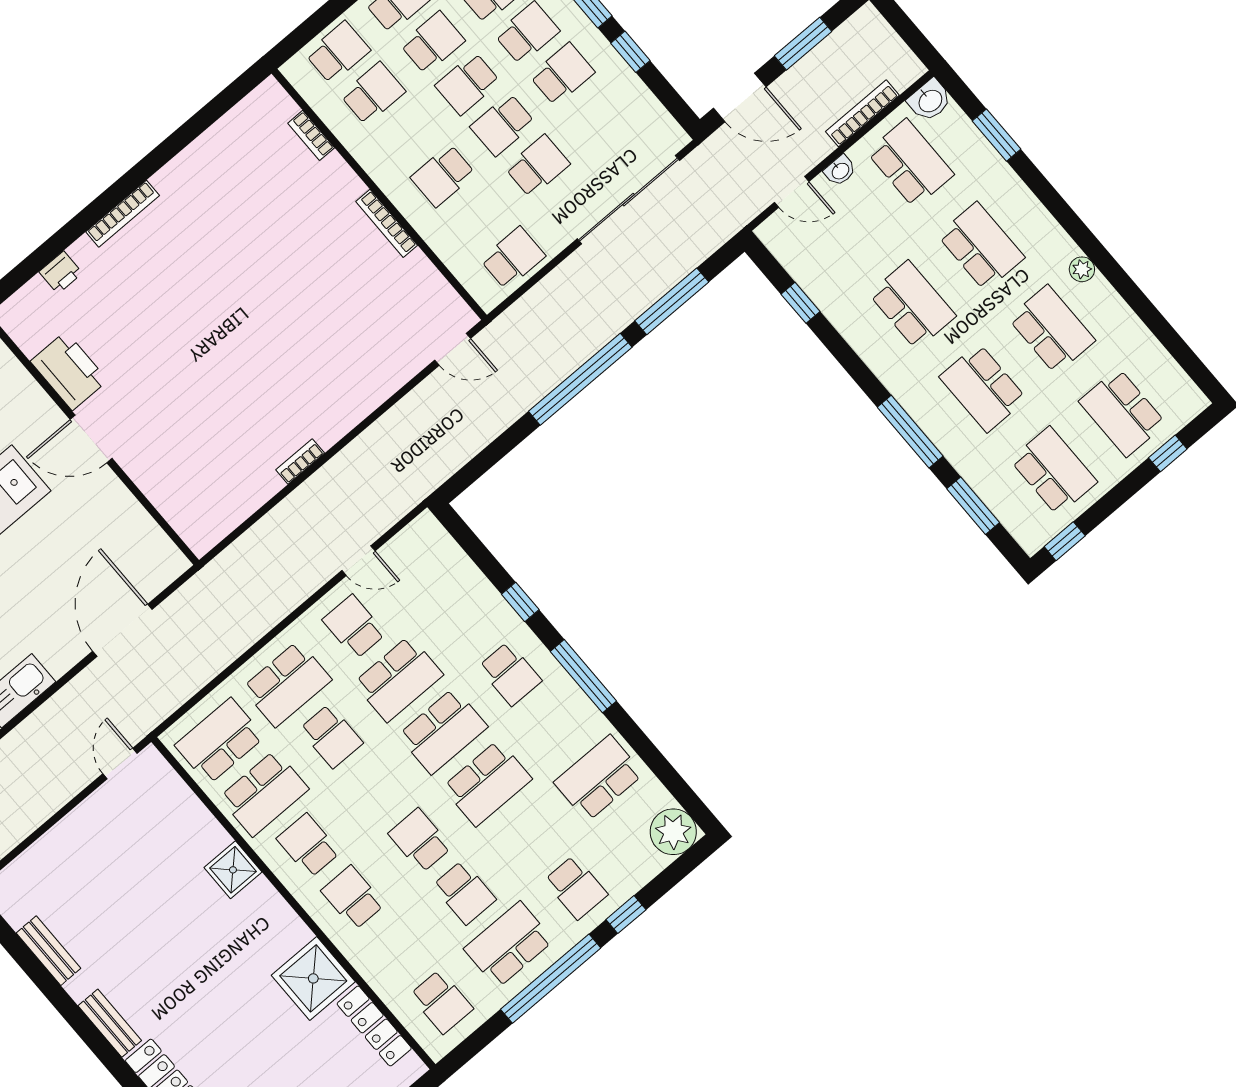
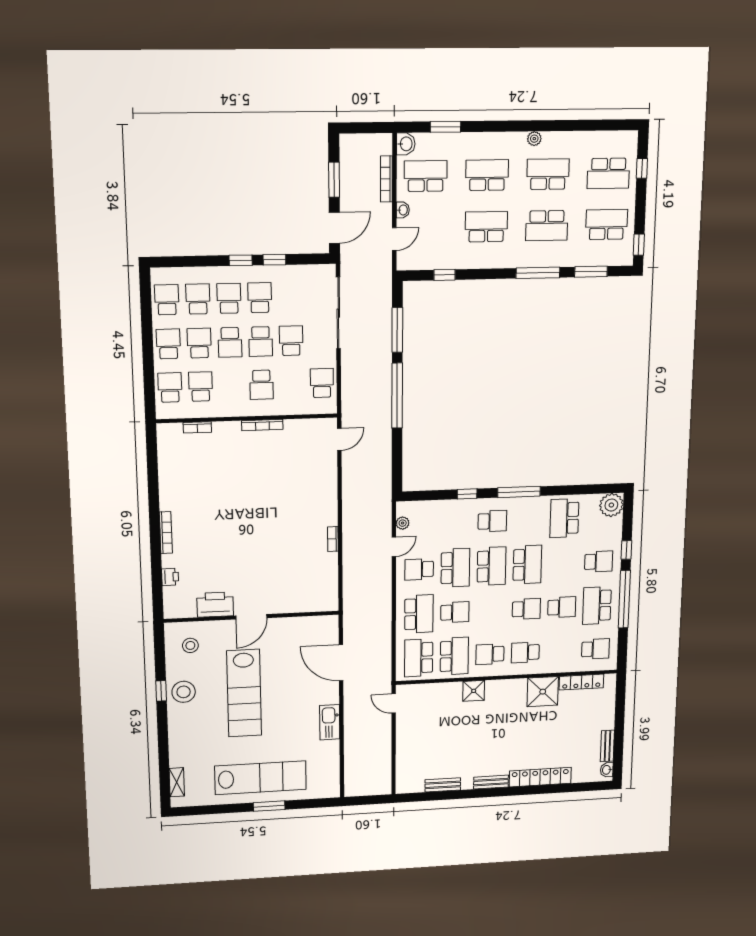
plant: (403, 544) -> (403, 523), added
school desk: (420, 840) -> (526, 609), turned 180

